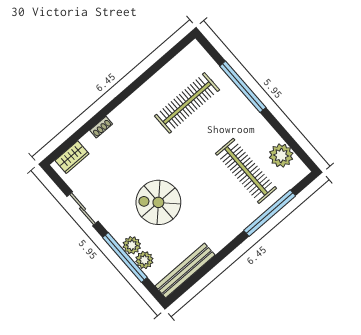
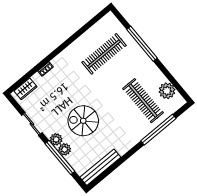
plant: (144, 260) -> (56, 139), moved

